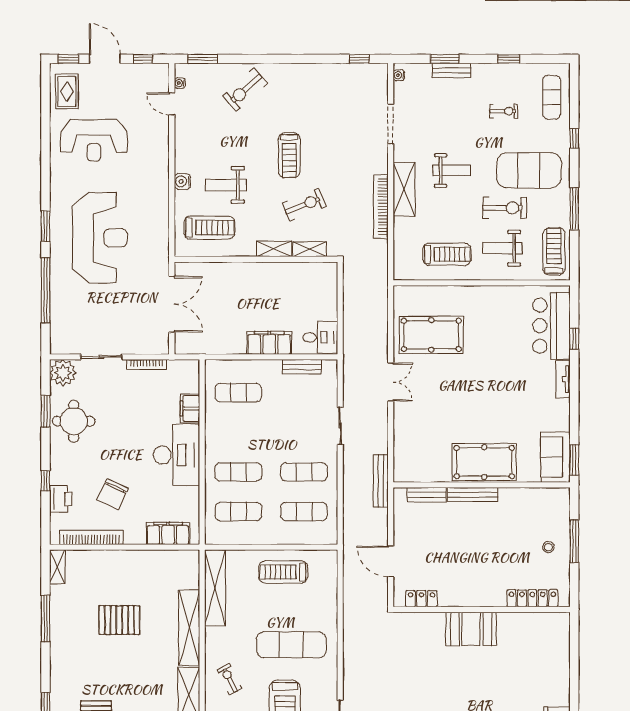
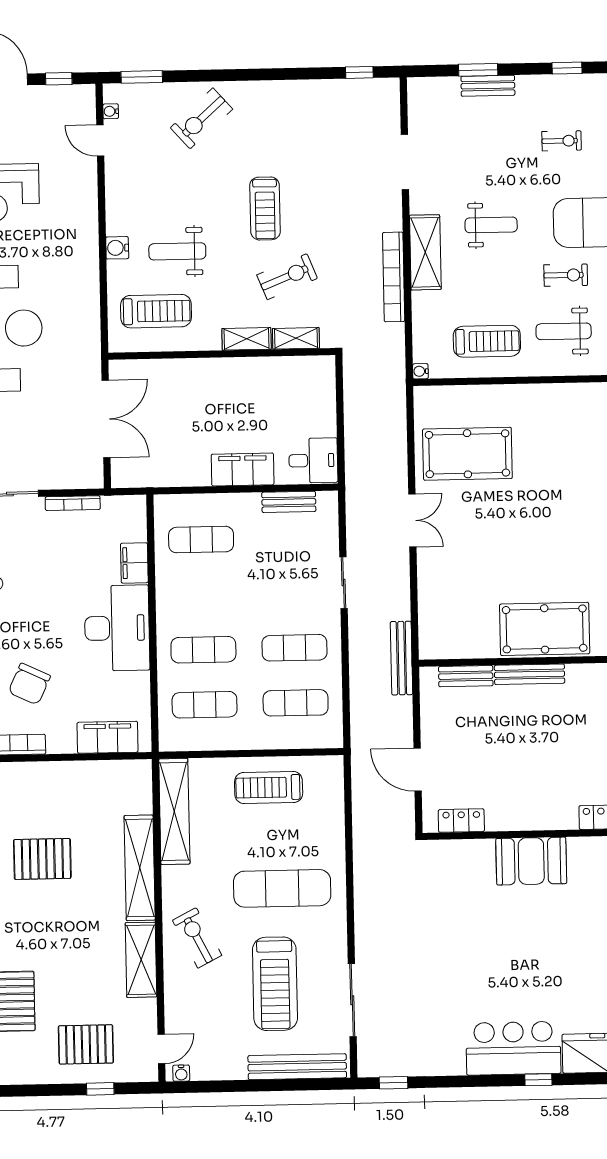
water cooler: (399, 75) -> (420, 371), moved
exercise bike: (505, 208) -> (566, 275), width x0.73, depth x0.72
exercise bike: (229, 679) -> (197, 938), width x1.38, depth x1.39

